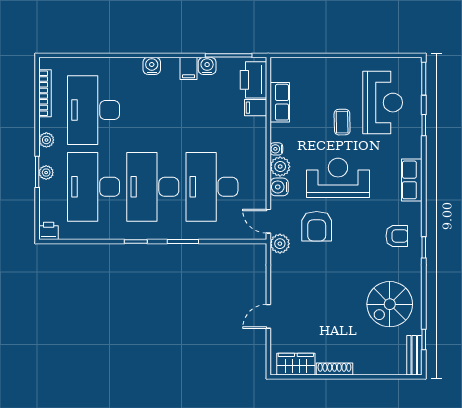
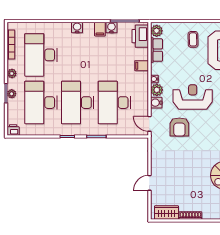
filing cabinet: (256, 108) -> (142, 66), moved
coffee table: (342, 122) -> (193, 39), moved
plant: (280, 244) -> (157, 31), moved

